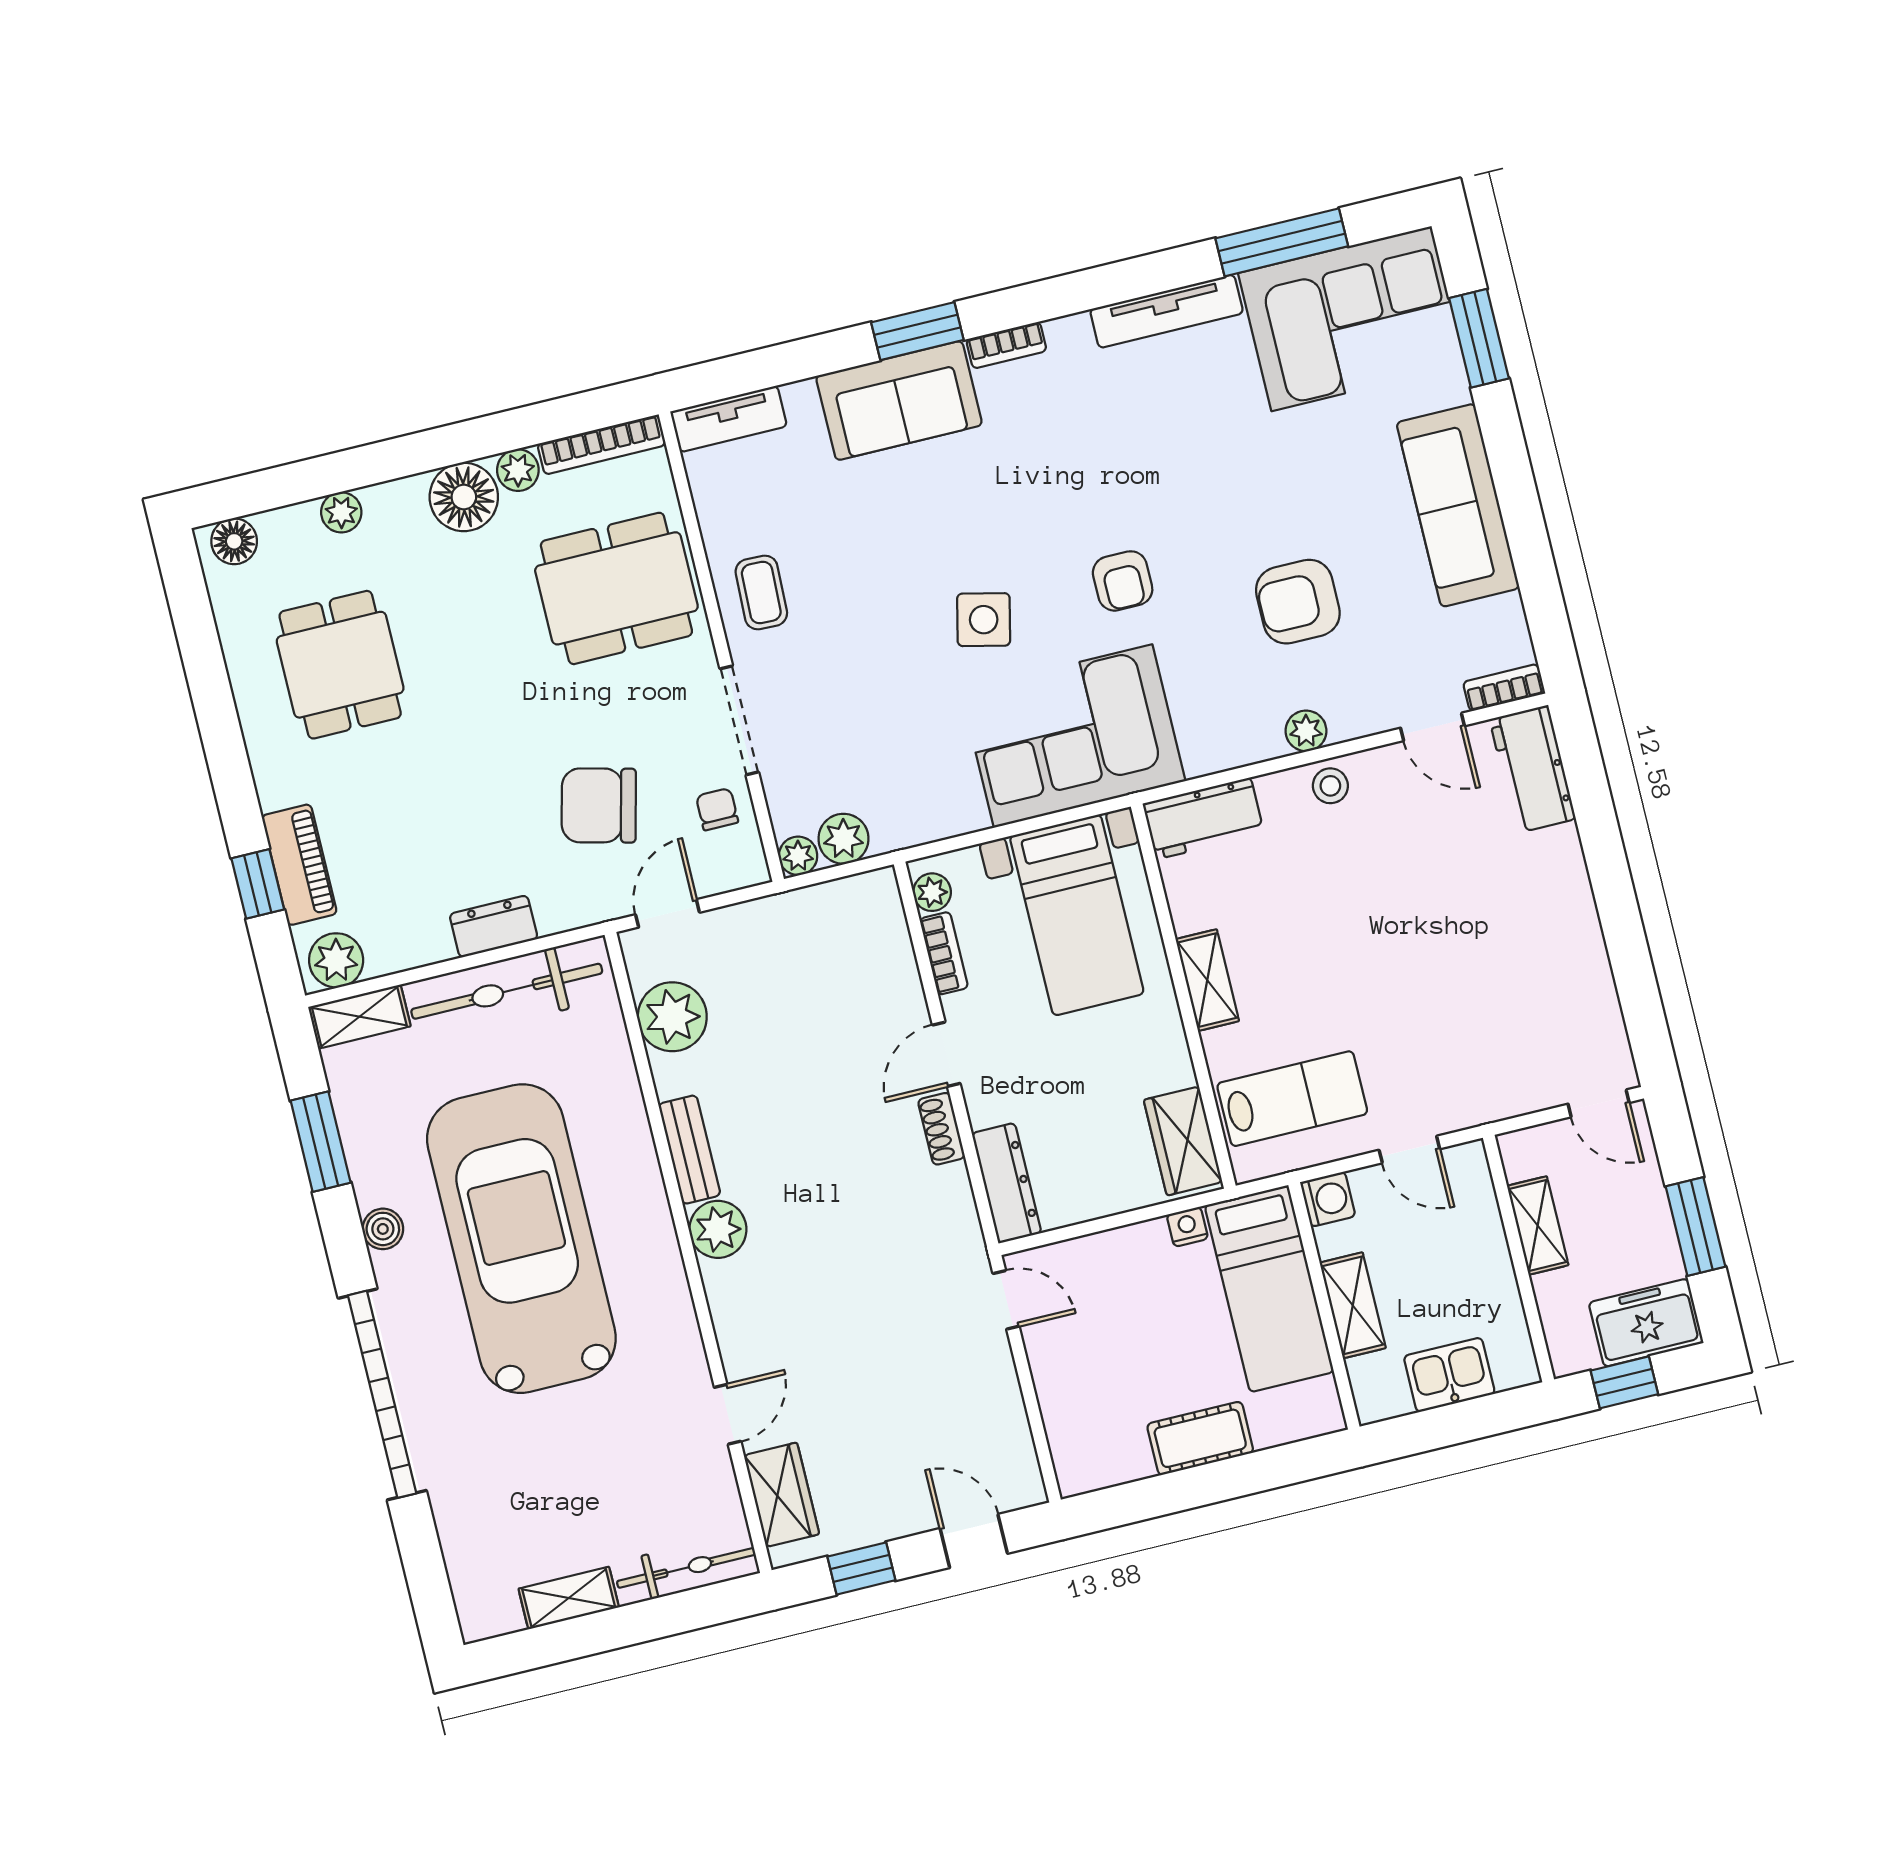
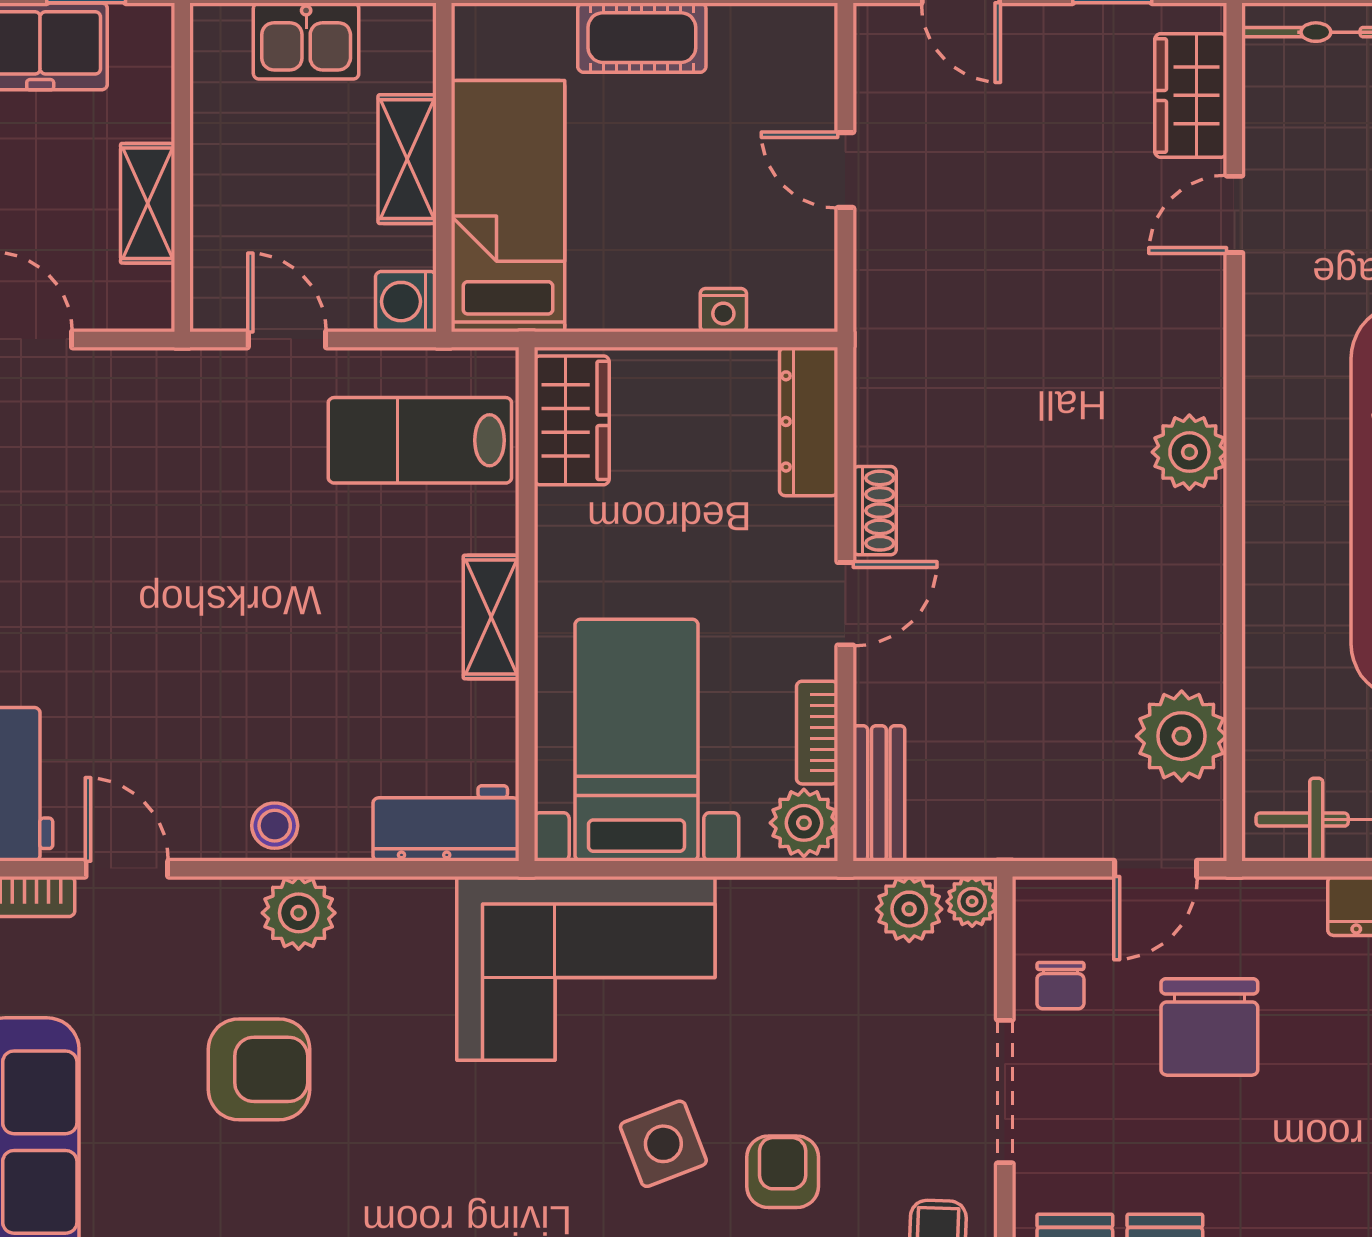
armchair: (1123, 581) -> (783, 1172), moved
side table: (984, 620) -> (663, 1144), turned -34
plant: (1306, 731) -> (299, 913), width x1.38, depth x1.38
chair: (599, 805) -> (1209, 1027), turned 76
plant: (932, 892) -> (804, 823), width x1.38, depth x1.38
bench: (689, 1150) -> (879, 793), moved
nightstand: (1187, 1227) -> (723, 310), moved
door: (1006, 1300) -> (845, 170), moved

